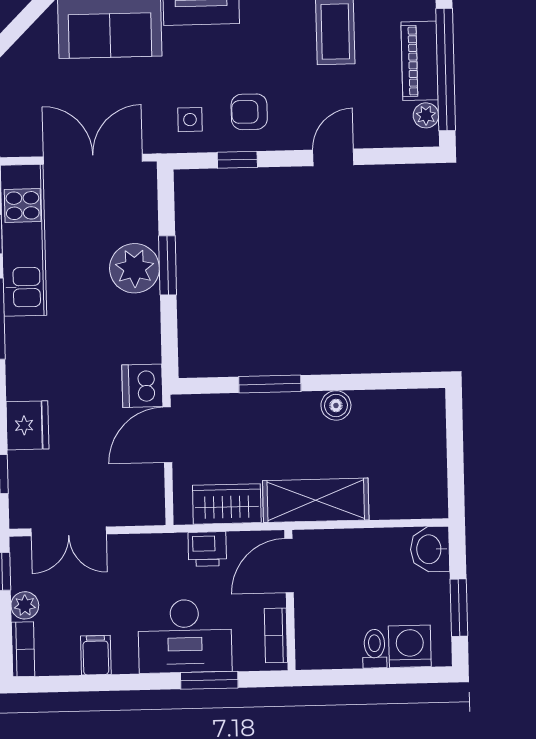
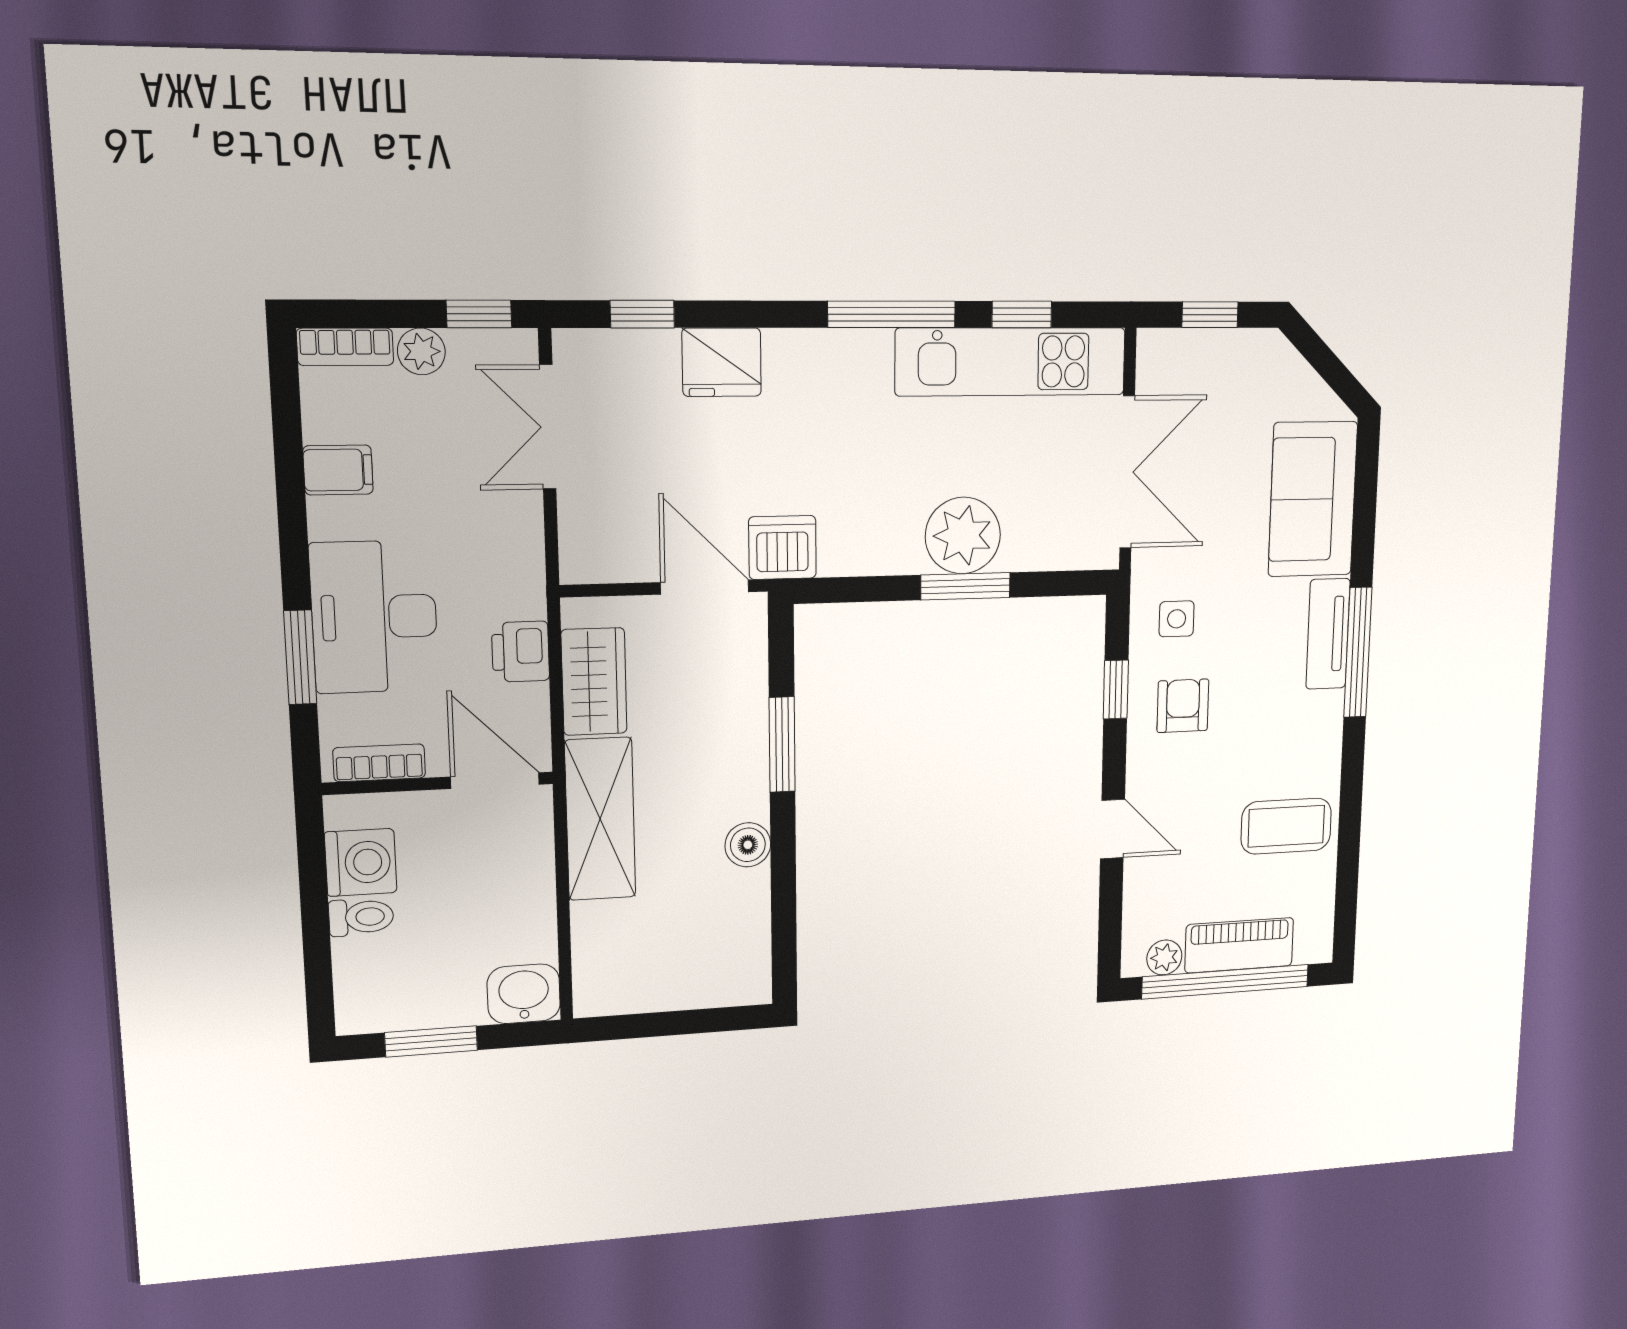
washing machine: (410, 646) -> (361, 862), moved

